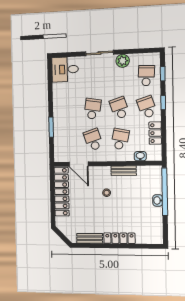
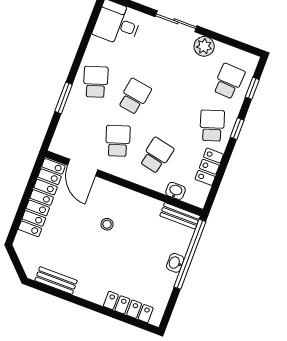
school desk: (119, 108) -> (96, 82), moved
bench: (124, 171) -> (180, 216), moved
locker: (119, 238) -> (128, 307), moved

